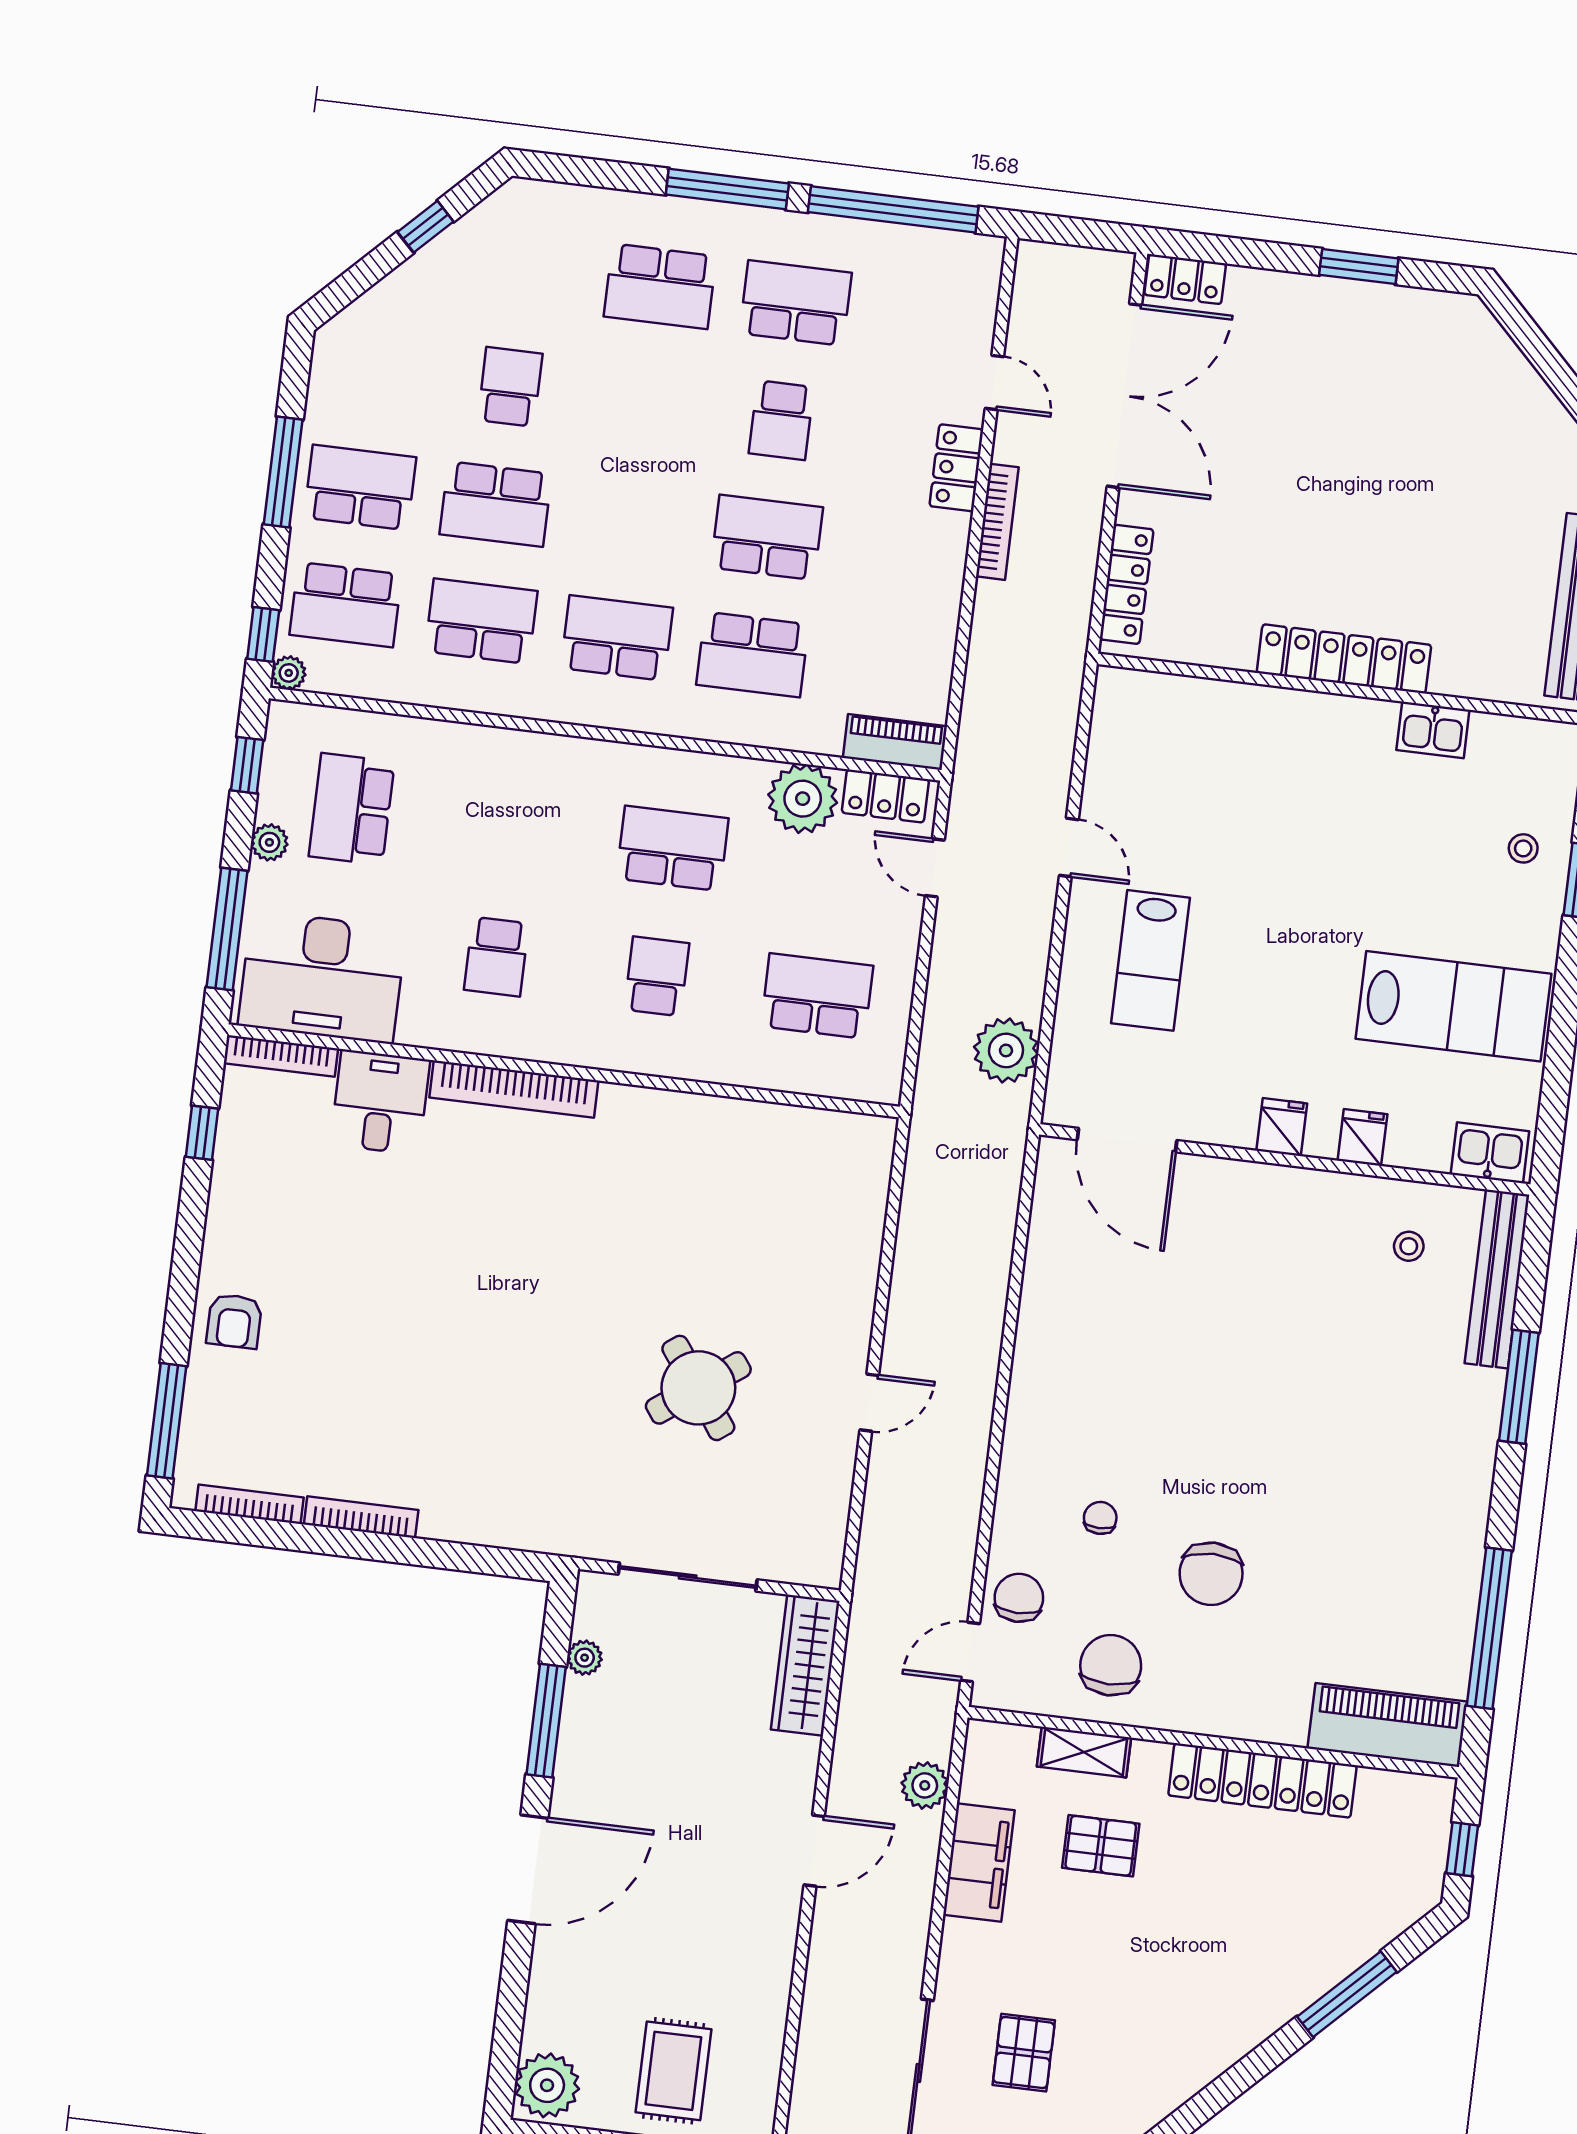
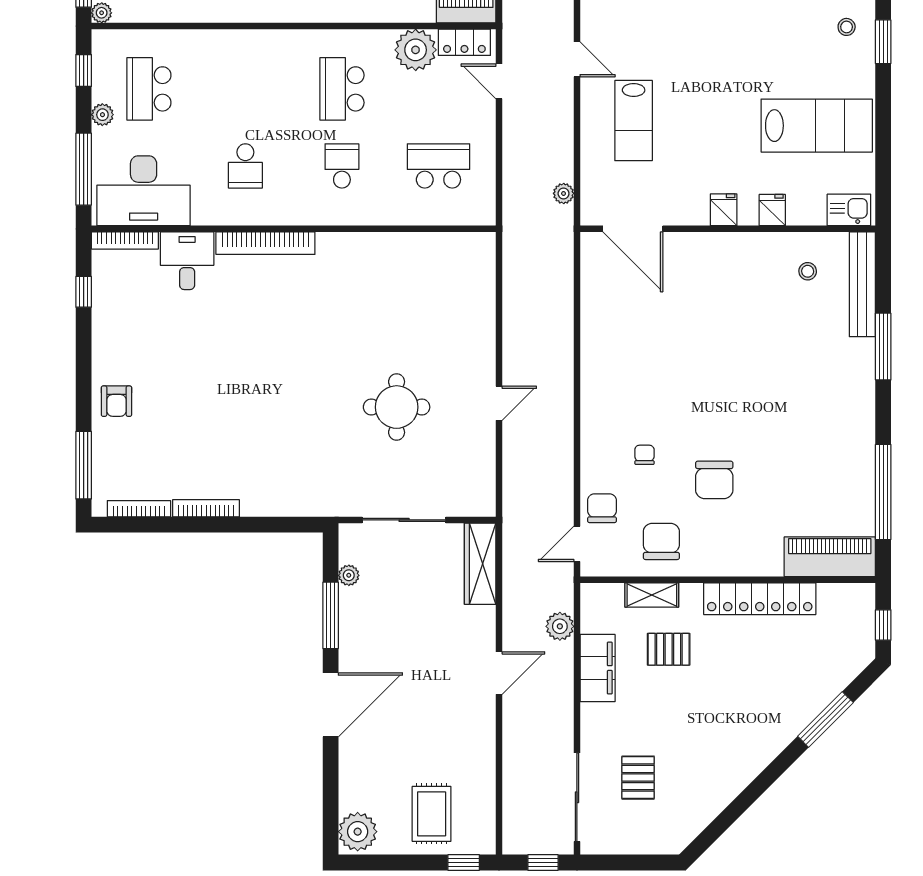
school desk: (672, 848) -> (342, 89), turned -90
plant: (1006, 1050) -> (564, 193), width x0.53, depth x0.53
round table: (698, 1388) -> (397, 407), turned 36

